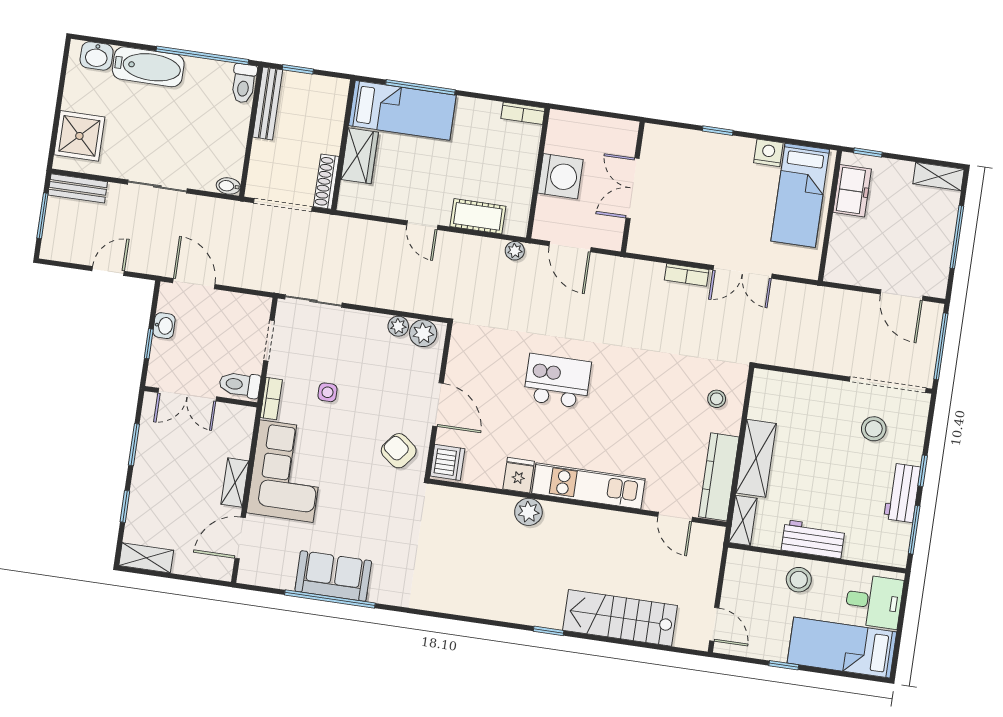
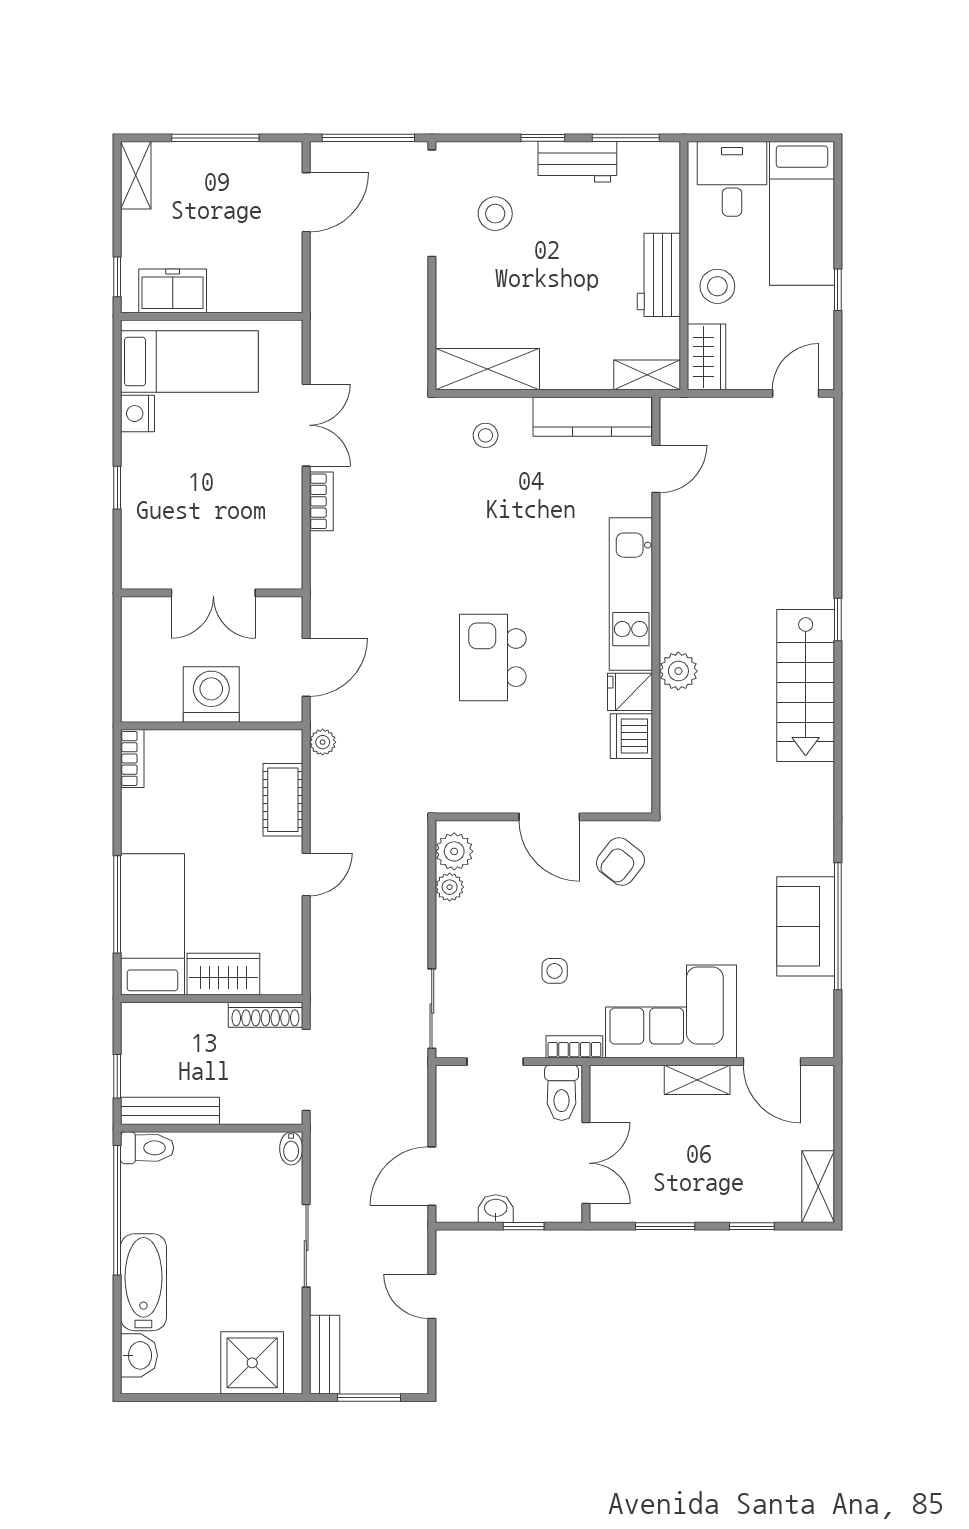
door: (438, 405) -> (549, 817), swing flipped
shelving: (756, 458) -> (487, 369), moved
dishwasher: (447, 462) -> (631, 736), moved, turned -90
wardrobe: (750, 565) -> (707, 357), added
stairs: (620, 618) -> (806, 685), moved

